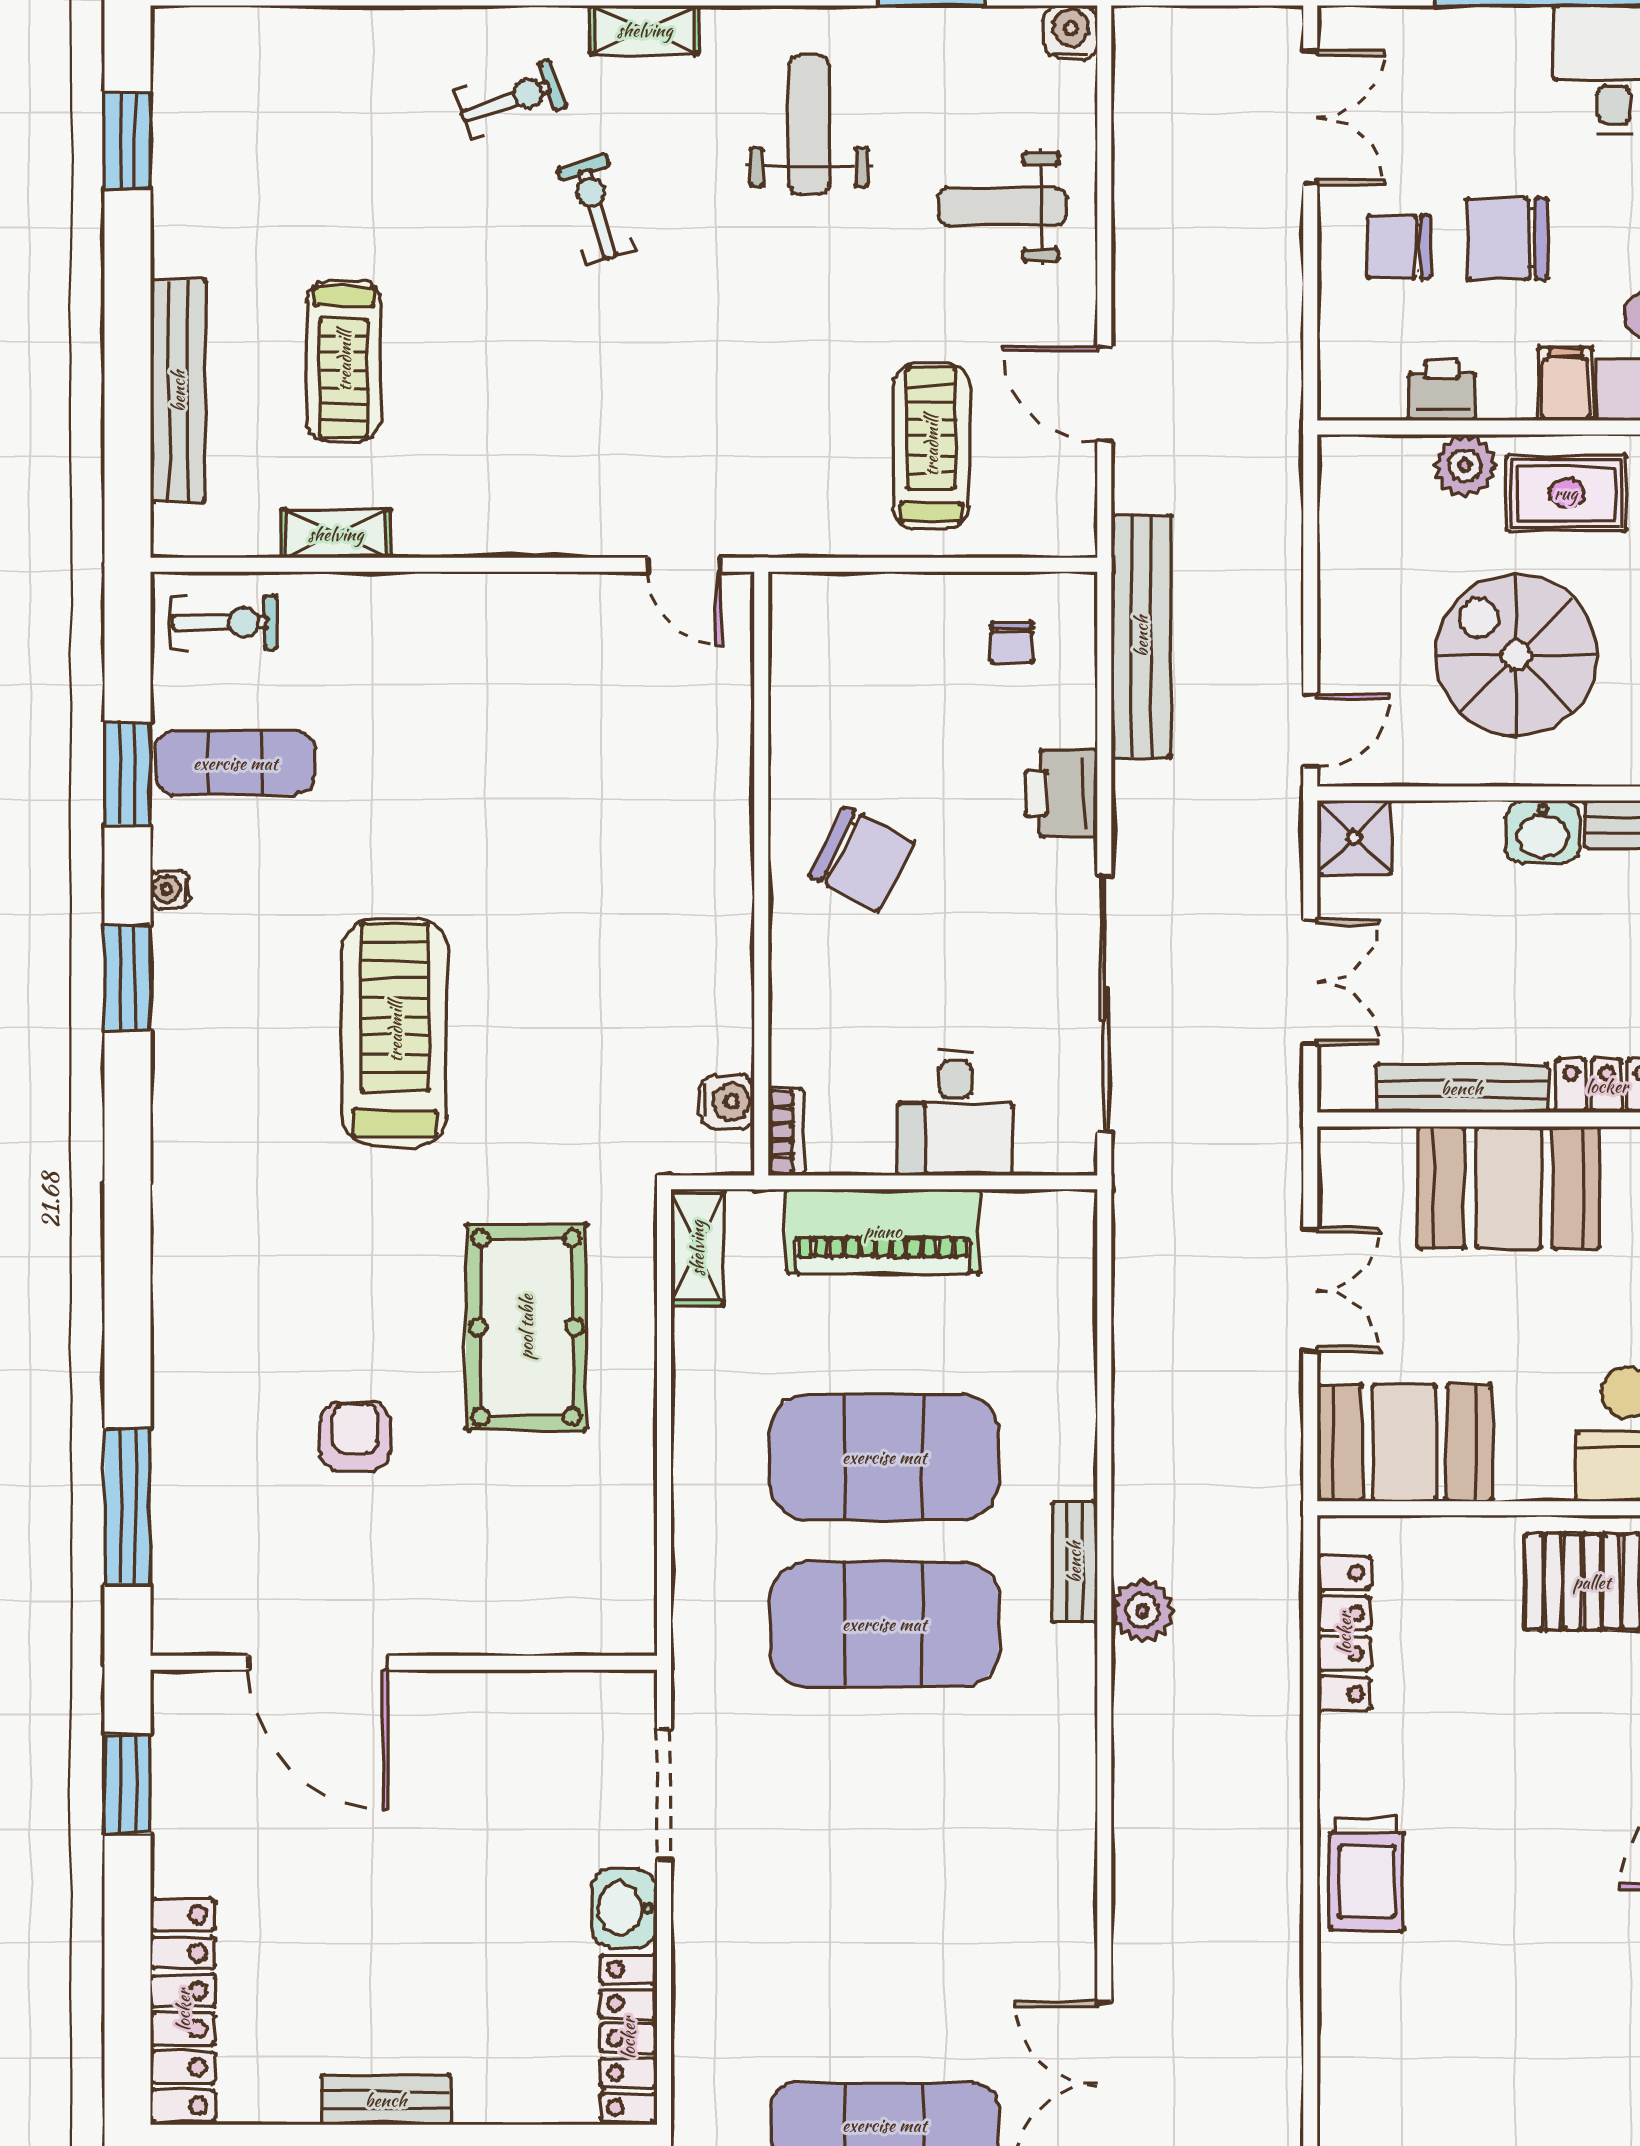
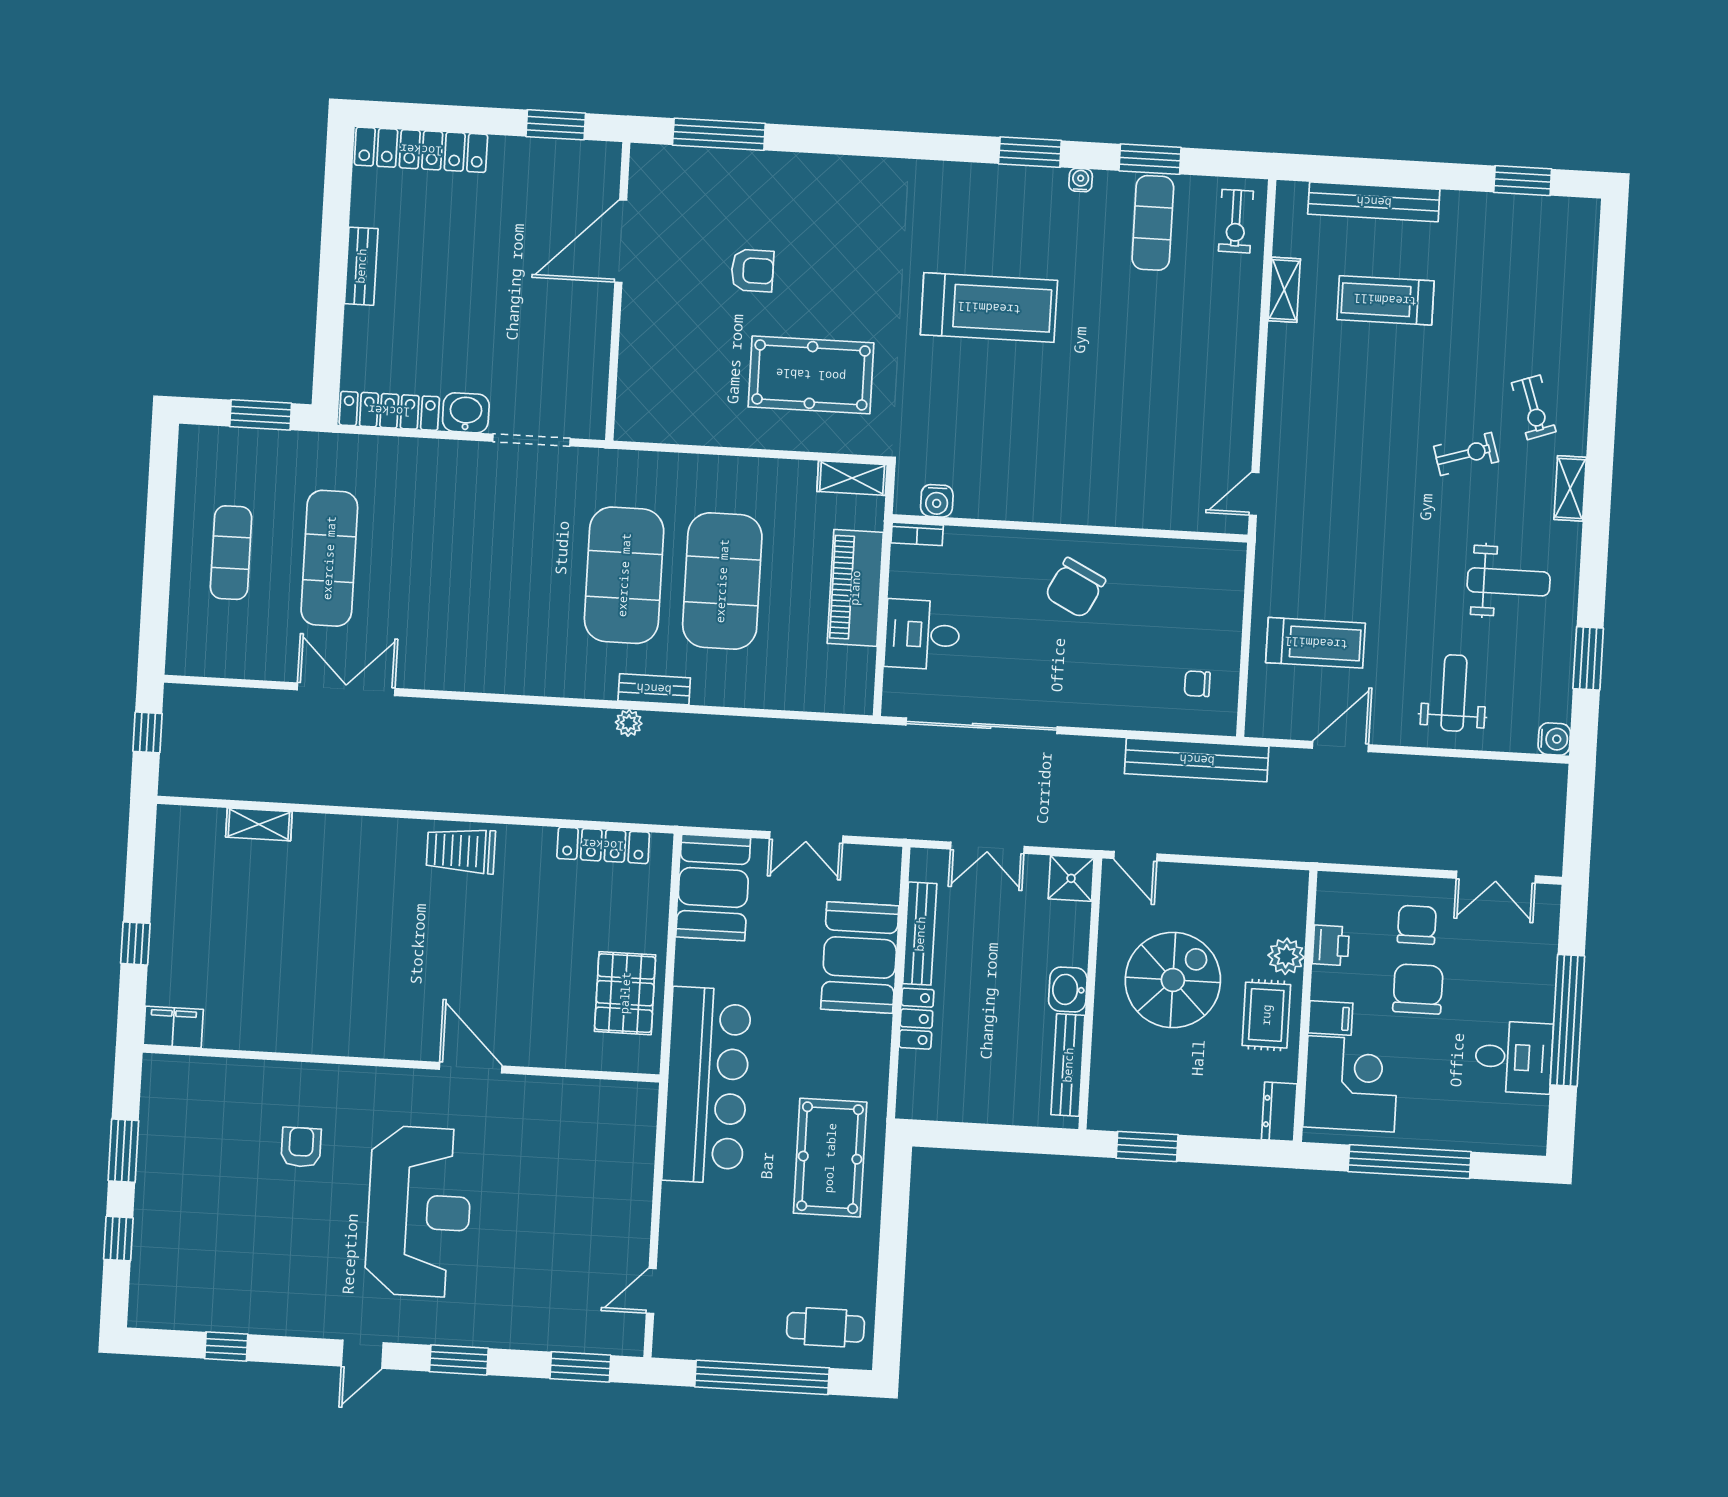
printer: (1062, 793) -> (1107, 708), removed
plant: (1142, 1611) -> (629, 723), width x0.73, depth x0.73

